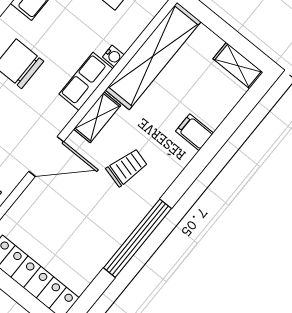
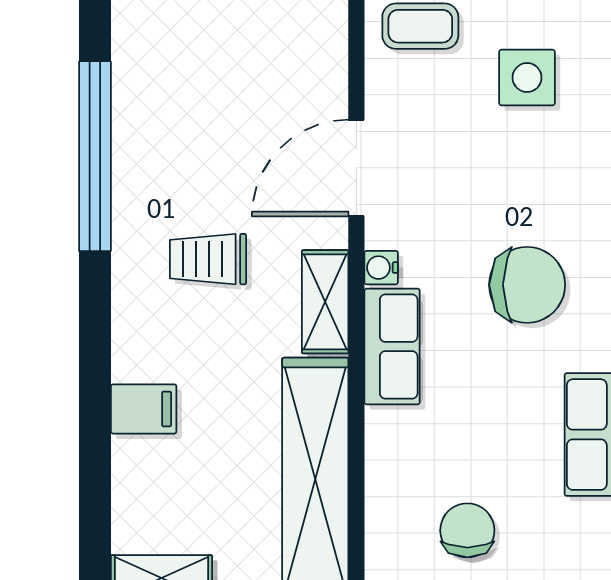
water cooler: (113, 56) -> (381, 268), moved
trolley: (127, 167) -> (208, 259), turned 75

